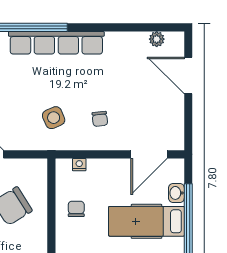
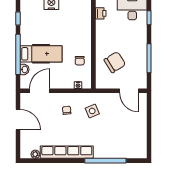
row of seats: (56, 43) -> (67, 152), moved
door: (188, 75) -> (18, 120), moved

